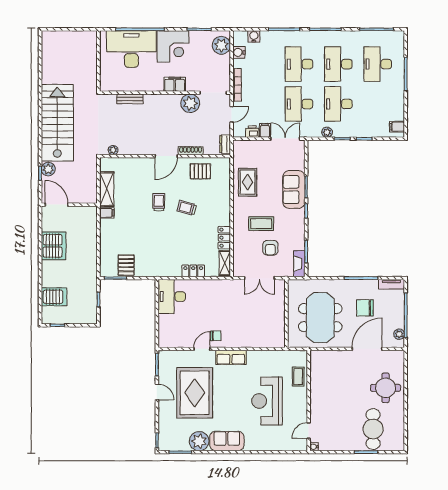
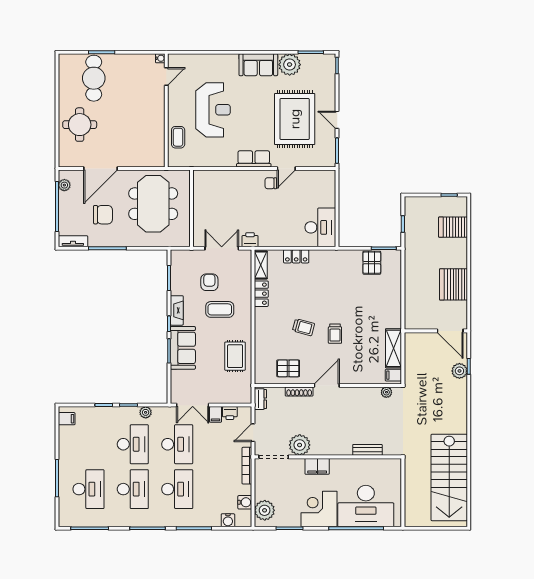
stairs: (57, 123) -> (449, 477), moved
filing cabinet: (107, 213) -> (393, 375), moved
fireplace: (299, 264) -> (177, 310), moved
printer: (234, 286) -> (250, 240), added

